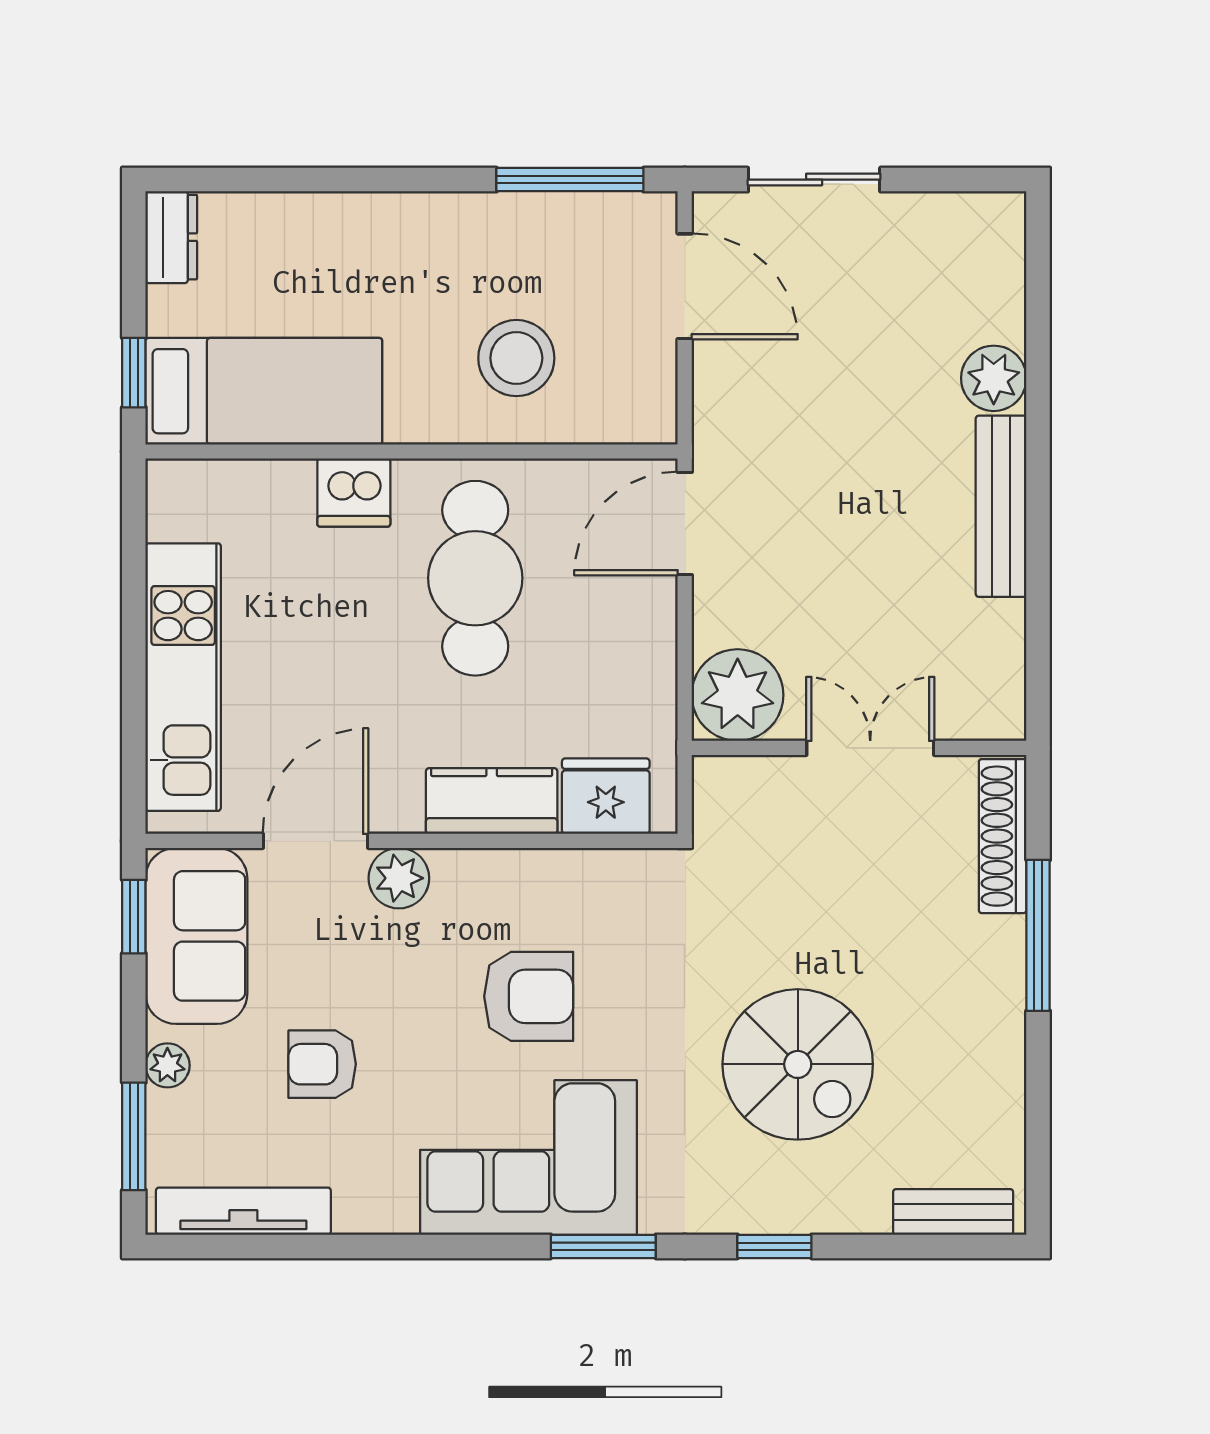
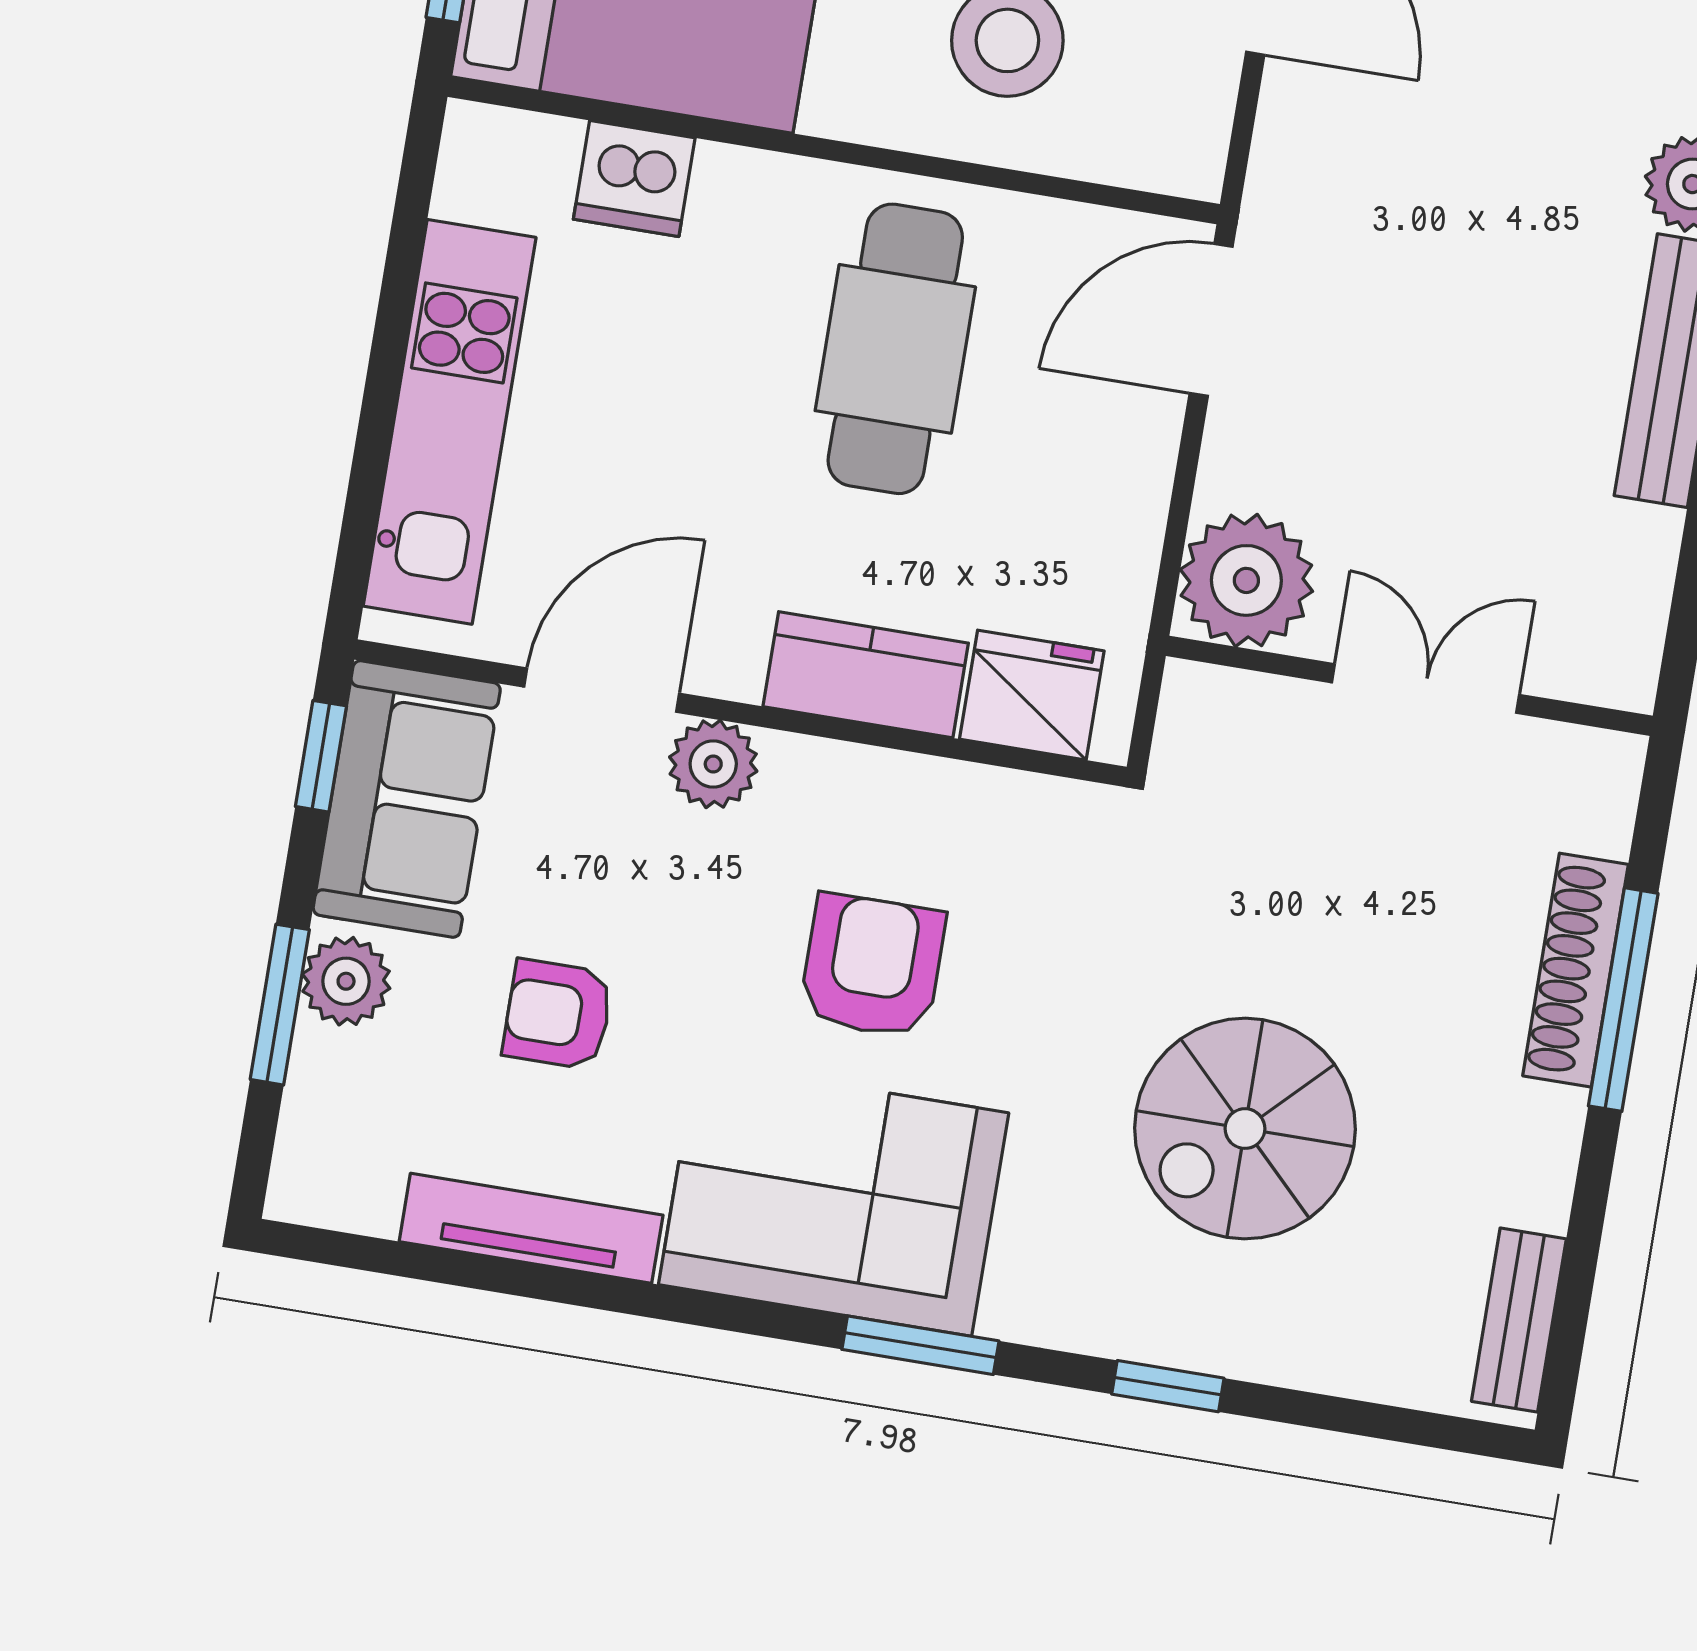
dishwasher: (354, 493) -> (634, 179), moved
shoe rack: (1003, 836) -> (1575, 970), moved
armchair: (529, 996) -> (872, 966), turned -90
spiral stairs: (798, 1064) -> (1245, 1129), turned 90
plant: (167, 1065) -> (346, 981), width x1.38, depth x1.38
window: (134, 1136) -> (280, 1005), moved
tv unit: (243, 1211) -> (531, 1228), moved
bench: (953, 1212) -> (1519, 1320), moved, turned 90

